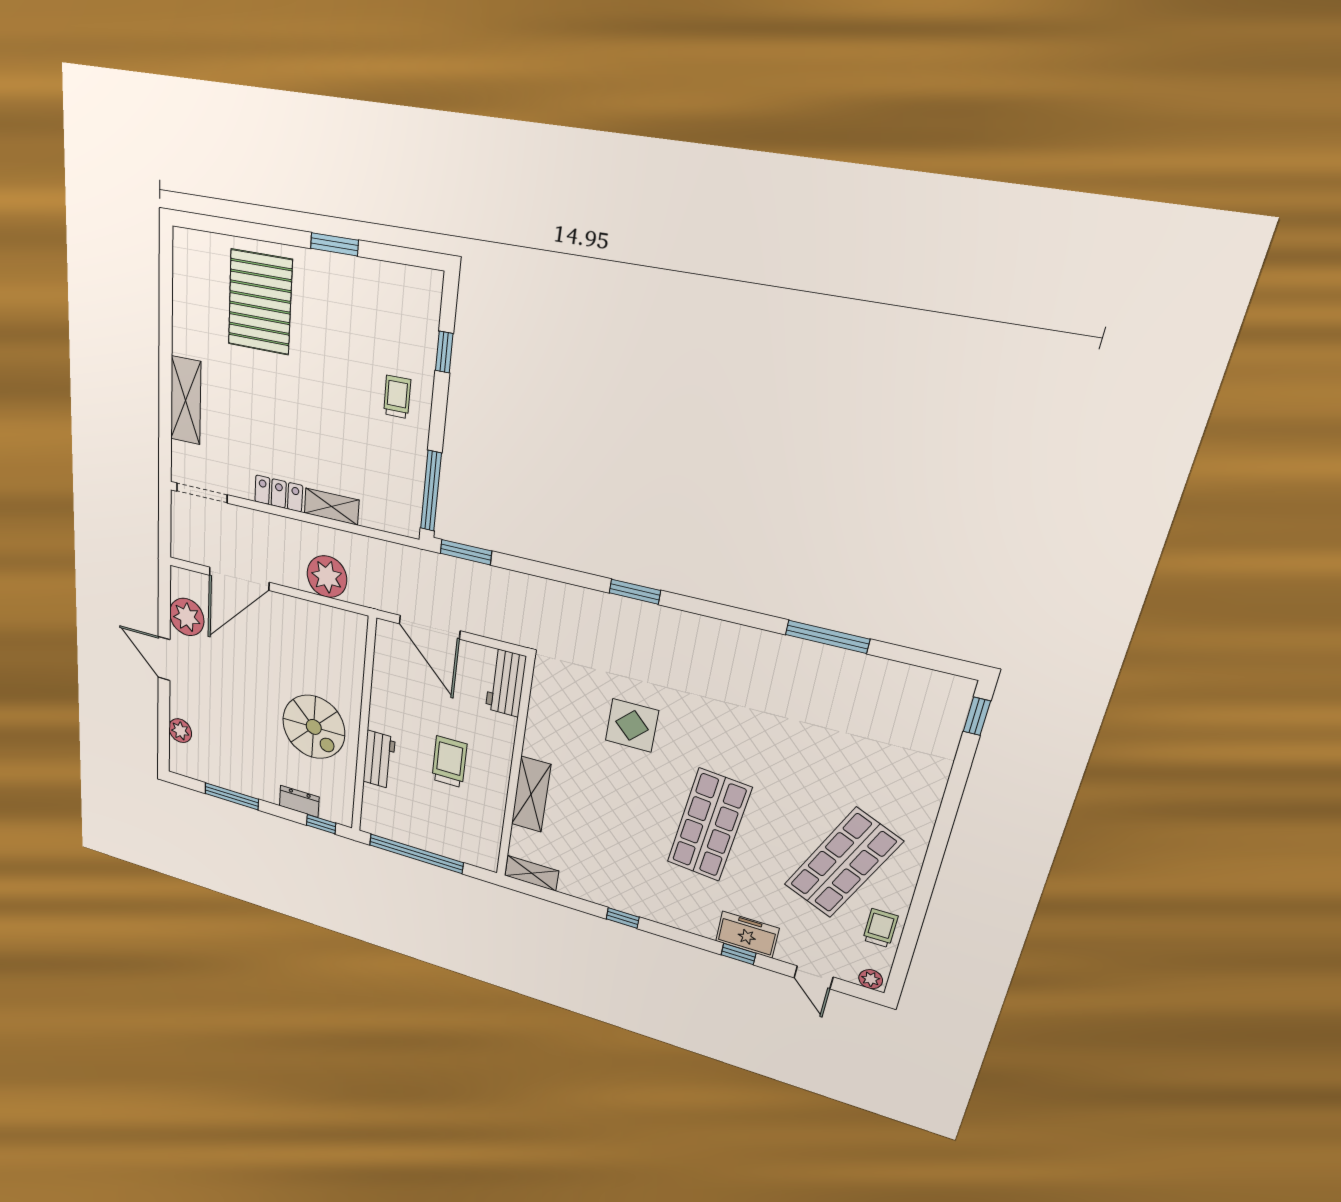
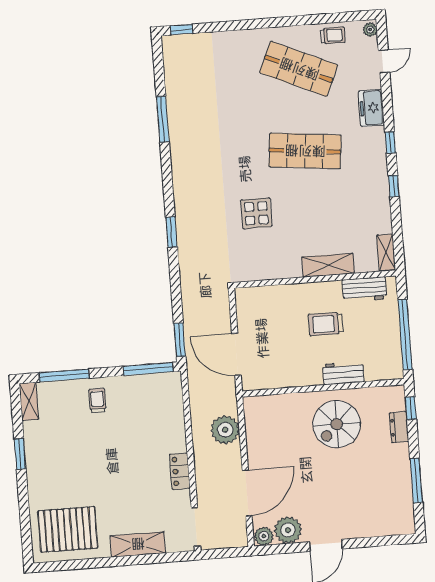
pallet: (260, 302) -> (68, 529), moved
window: (444, 352) -> (64, 376), width x2.17
trolley: (397, 397) -> (97, 400), turned 90
shelving: (332, 507) -> (29, 402), moved
door: (239, 579) -> (247, 493), hinge flipped
door: (429, 627) -> (236, 354), swing flipped
workbench: (506, 683) -> (364, 289), moved
spiral stairs: (314, 727) -> (337, 424), turned 180
plant: (180, 731) -> (264, 536), moved
trolley: (880, 928) -> (333, 35), turned 180
window: (738, 954) -> (390, 142), moved

